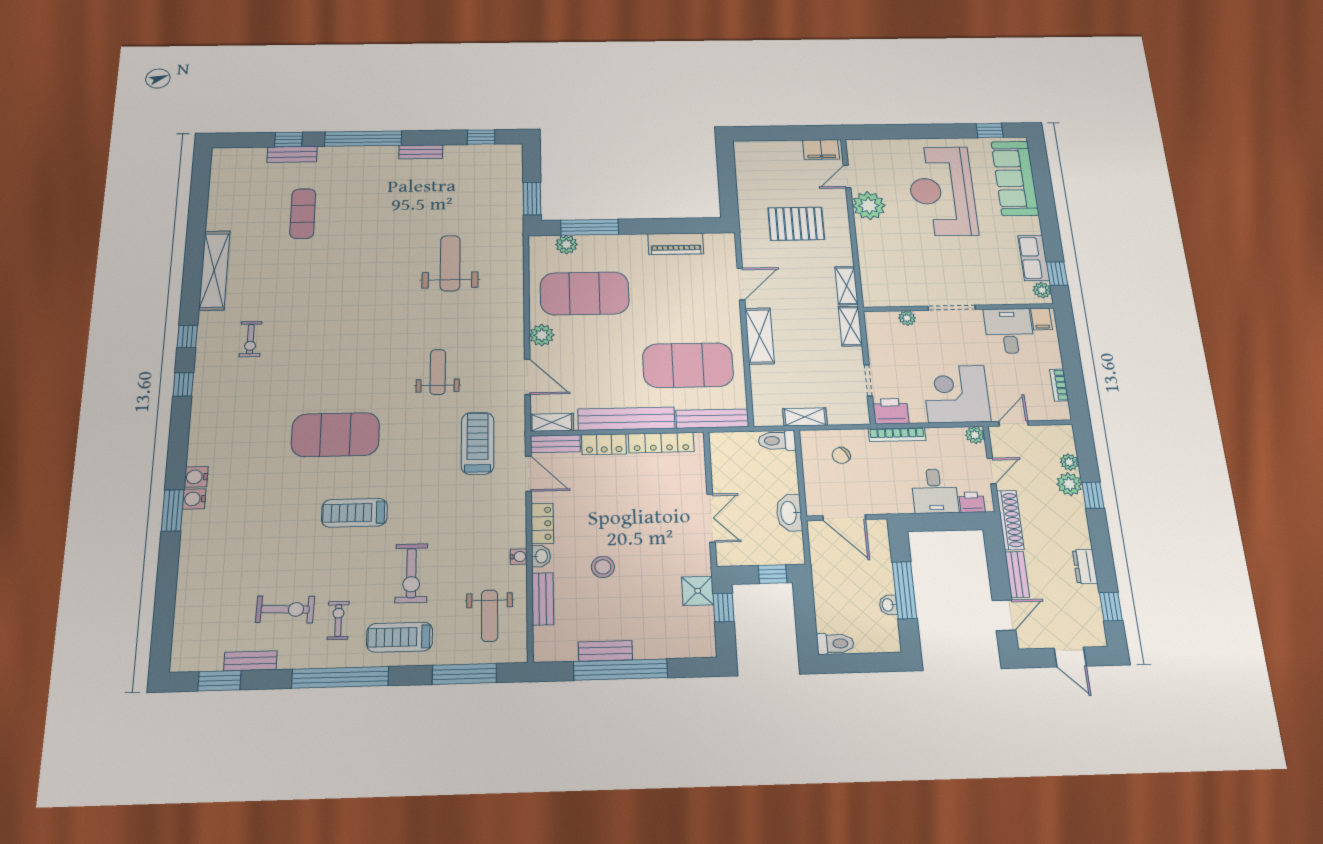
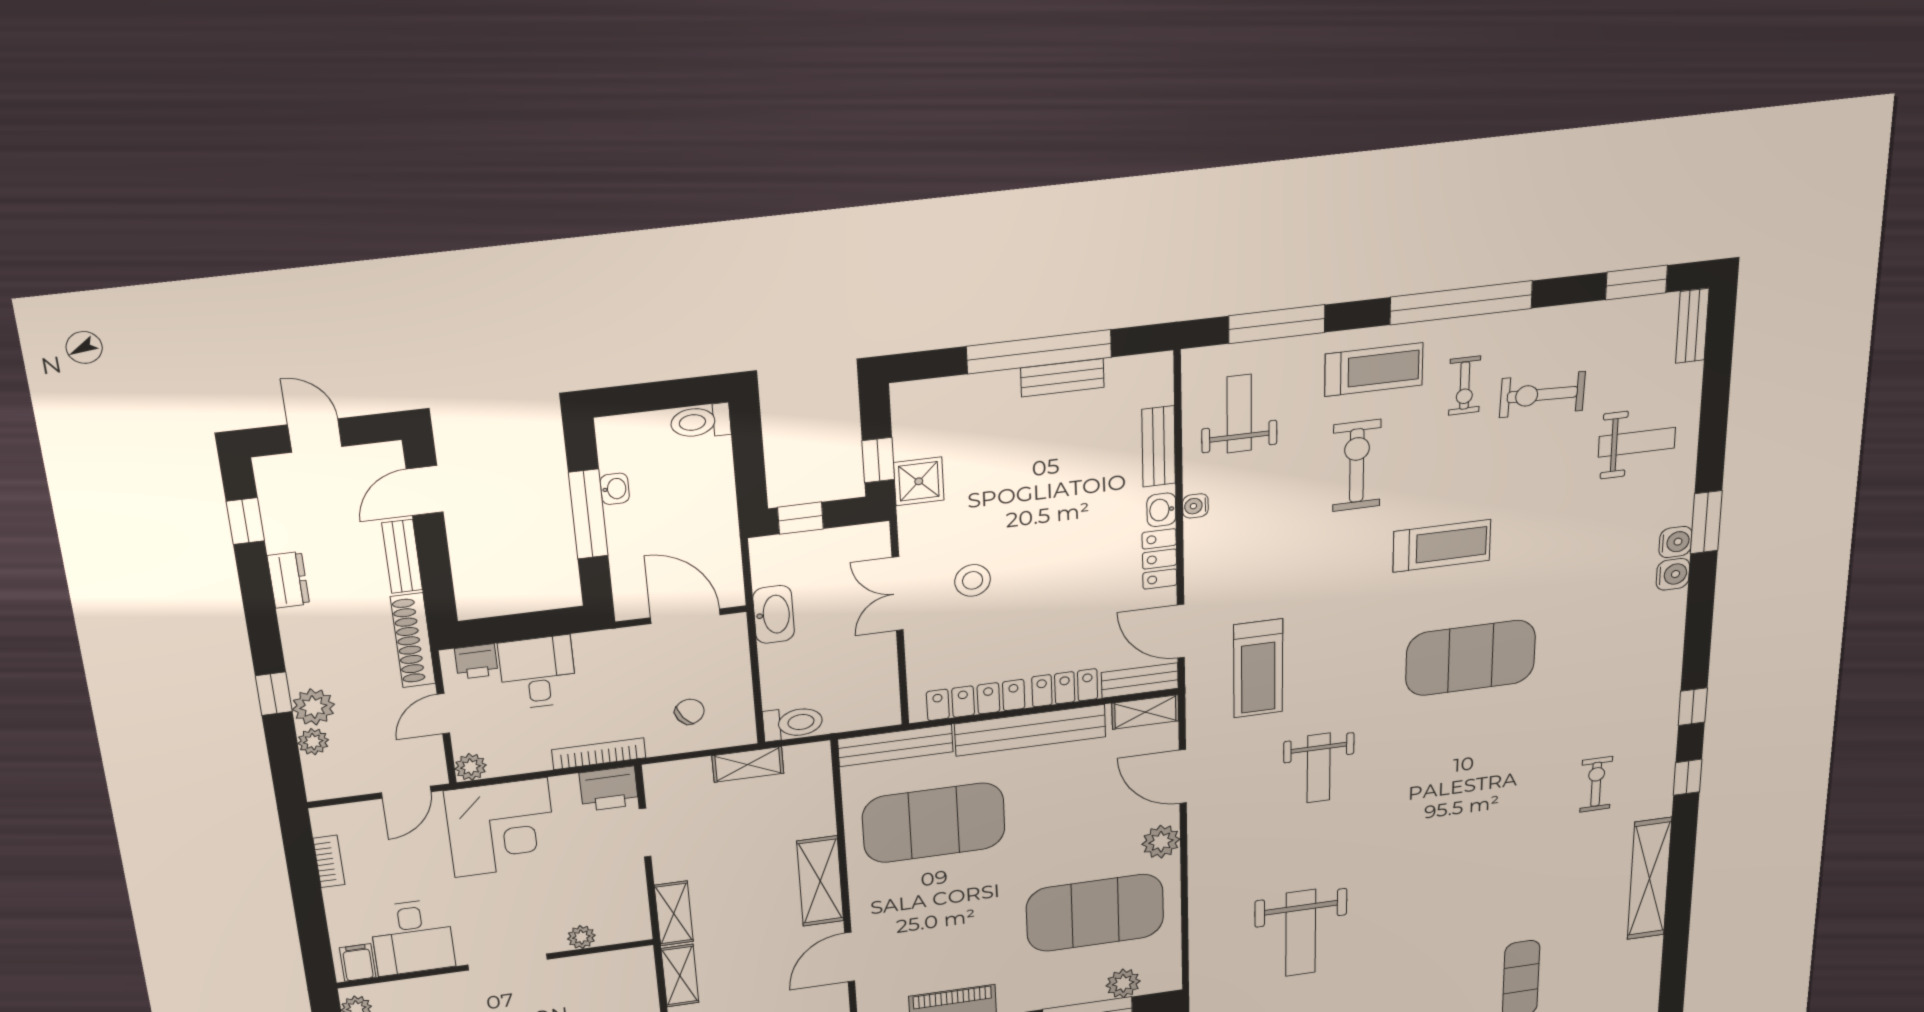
stool: (603, 567) -> (973, 580), moved
weight bench: (220, 570) -> (1637, 442), added
bench: (250, 661) -> (1692, 326), moved, turned 90

